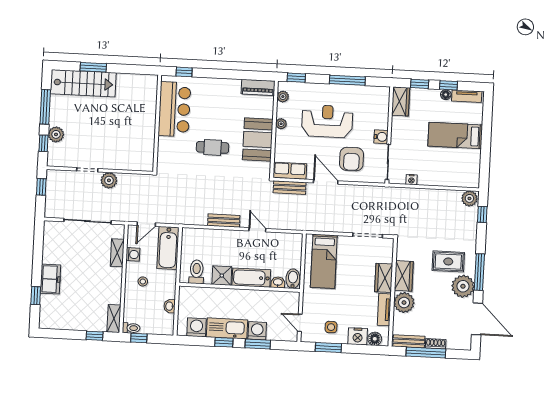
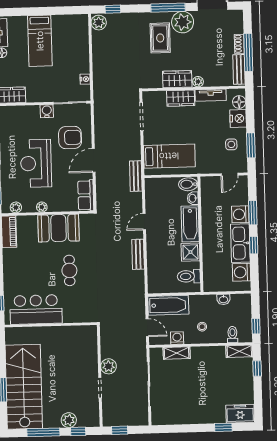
stairs: (83, 83) -> (24, 387), width x1.36, depth x1.51
bench: (290, 188) -> (136, 176), moved
freezer: (50, 279) -> (240, 414), moved
plant: (404, 303) -> (198, 82), width x0.53, depth x0.53
toilet: (131, 328) -> (232, 335), moved

